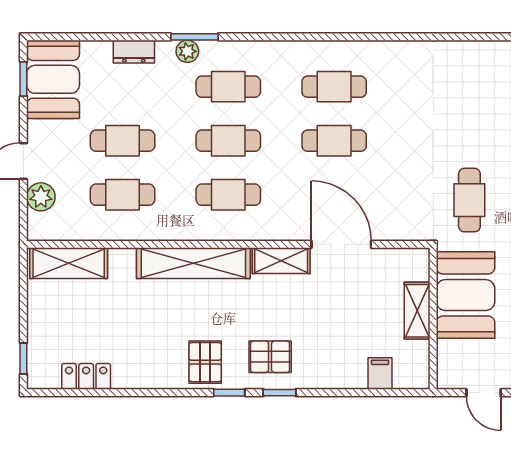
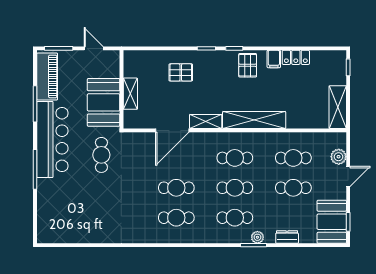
door: (341, 244) -> (172, 130), hinge flipped
shelving: (69, 263) -> (338, 107), moved, turned 90
pallet: (270, 357) -> (181, 72), moved
filing cabinet: (380, 373) -> (274, 59), moved
locker: (86, 376) -> (296, 57), moved

